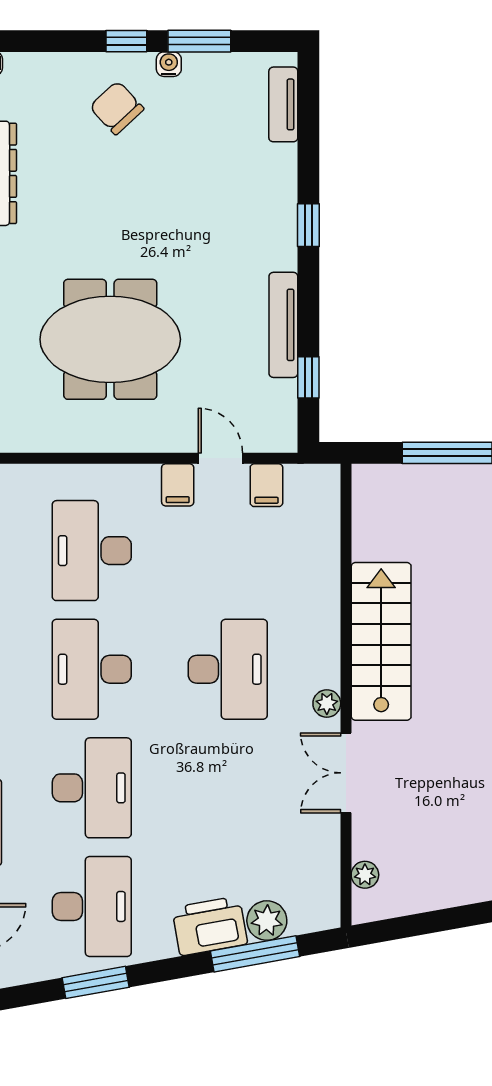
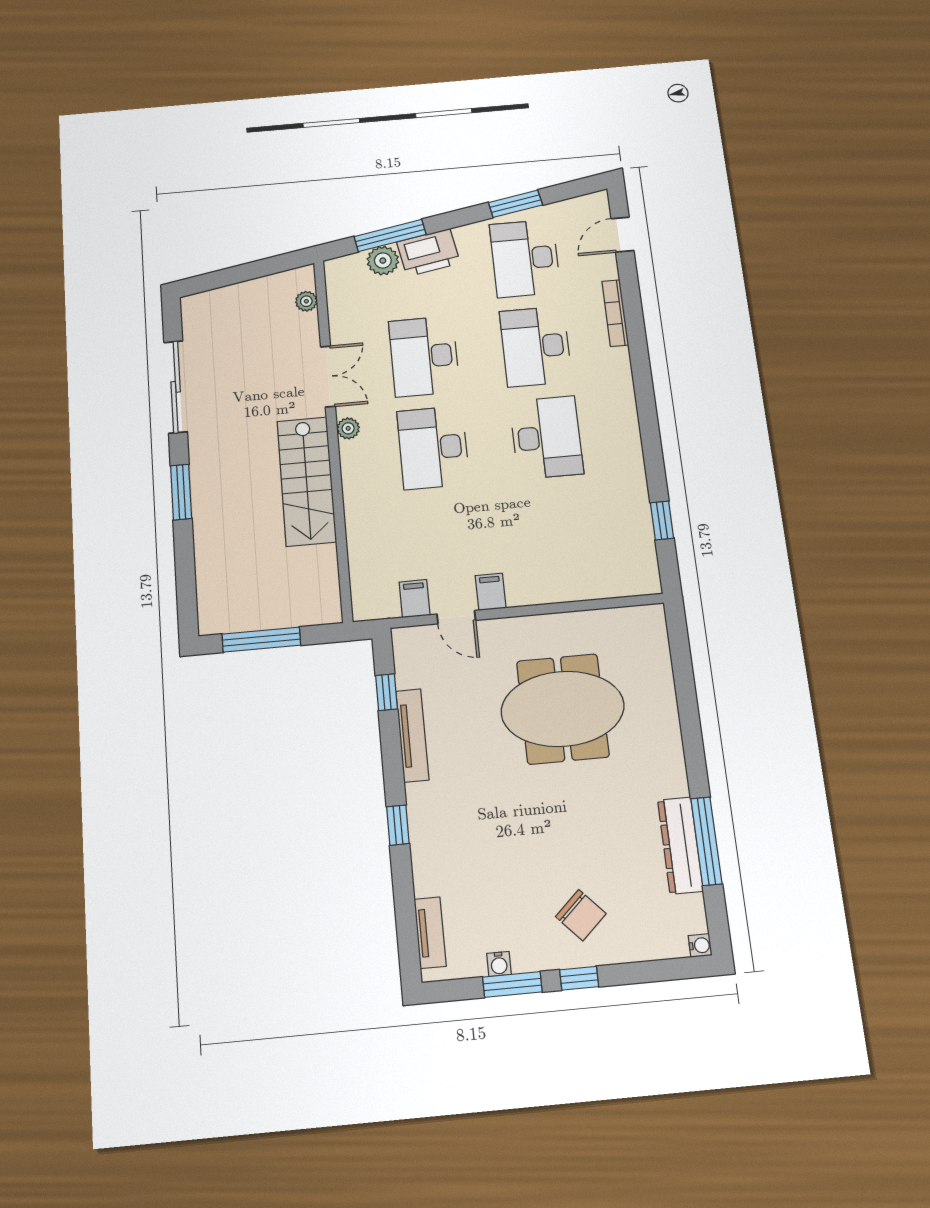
water cooler: (169, 64) -> (499, 964), moved
desk: (92, 551) -> (424, 356), moved, turned 180

